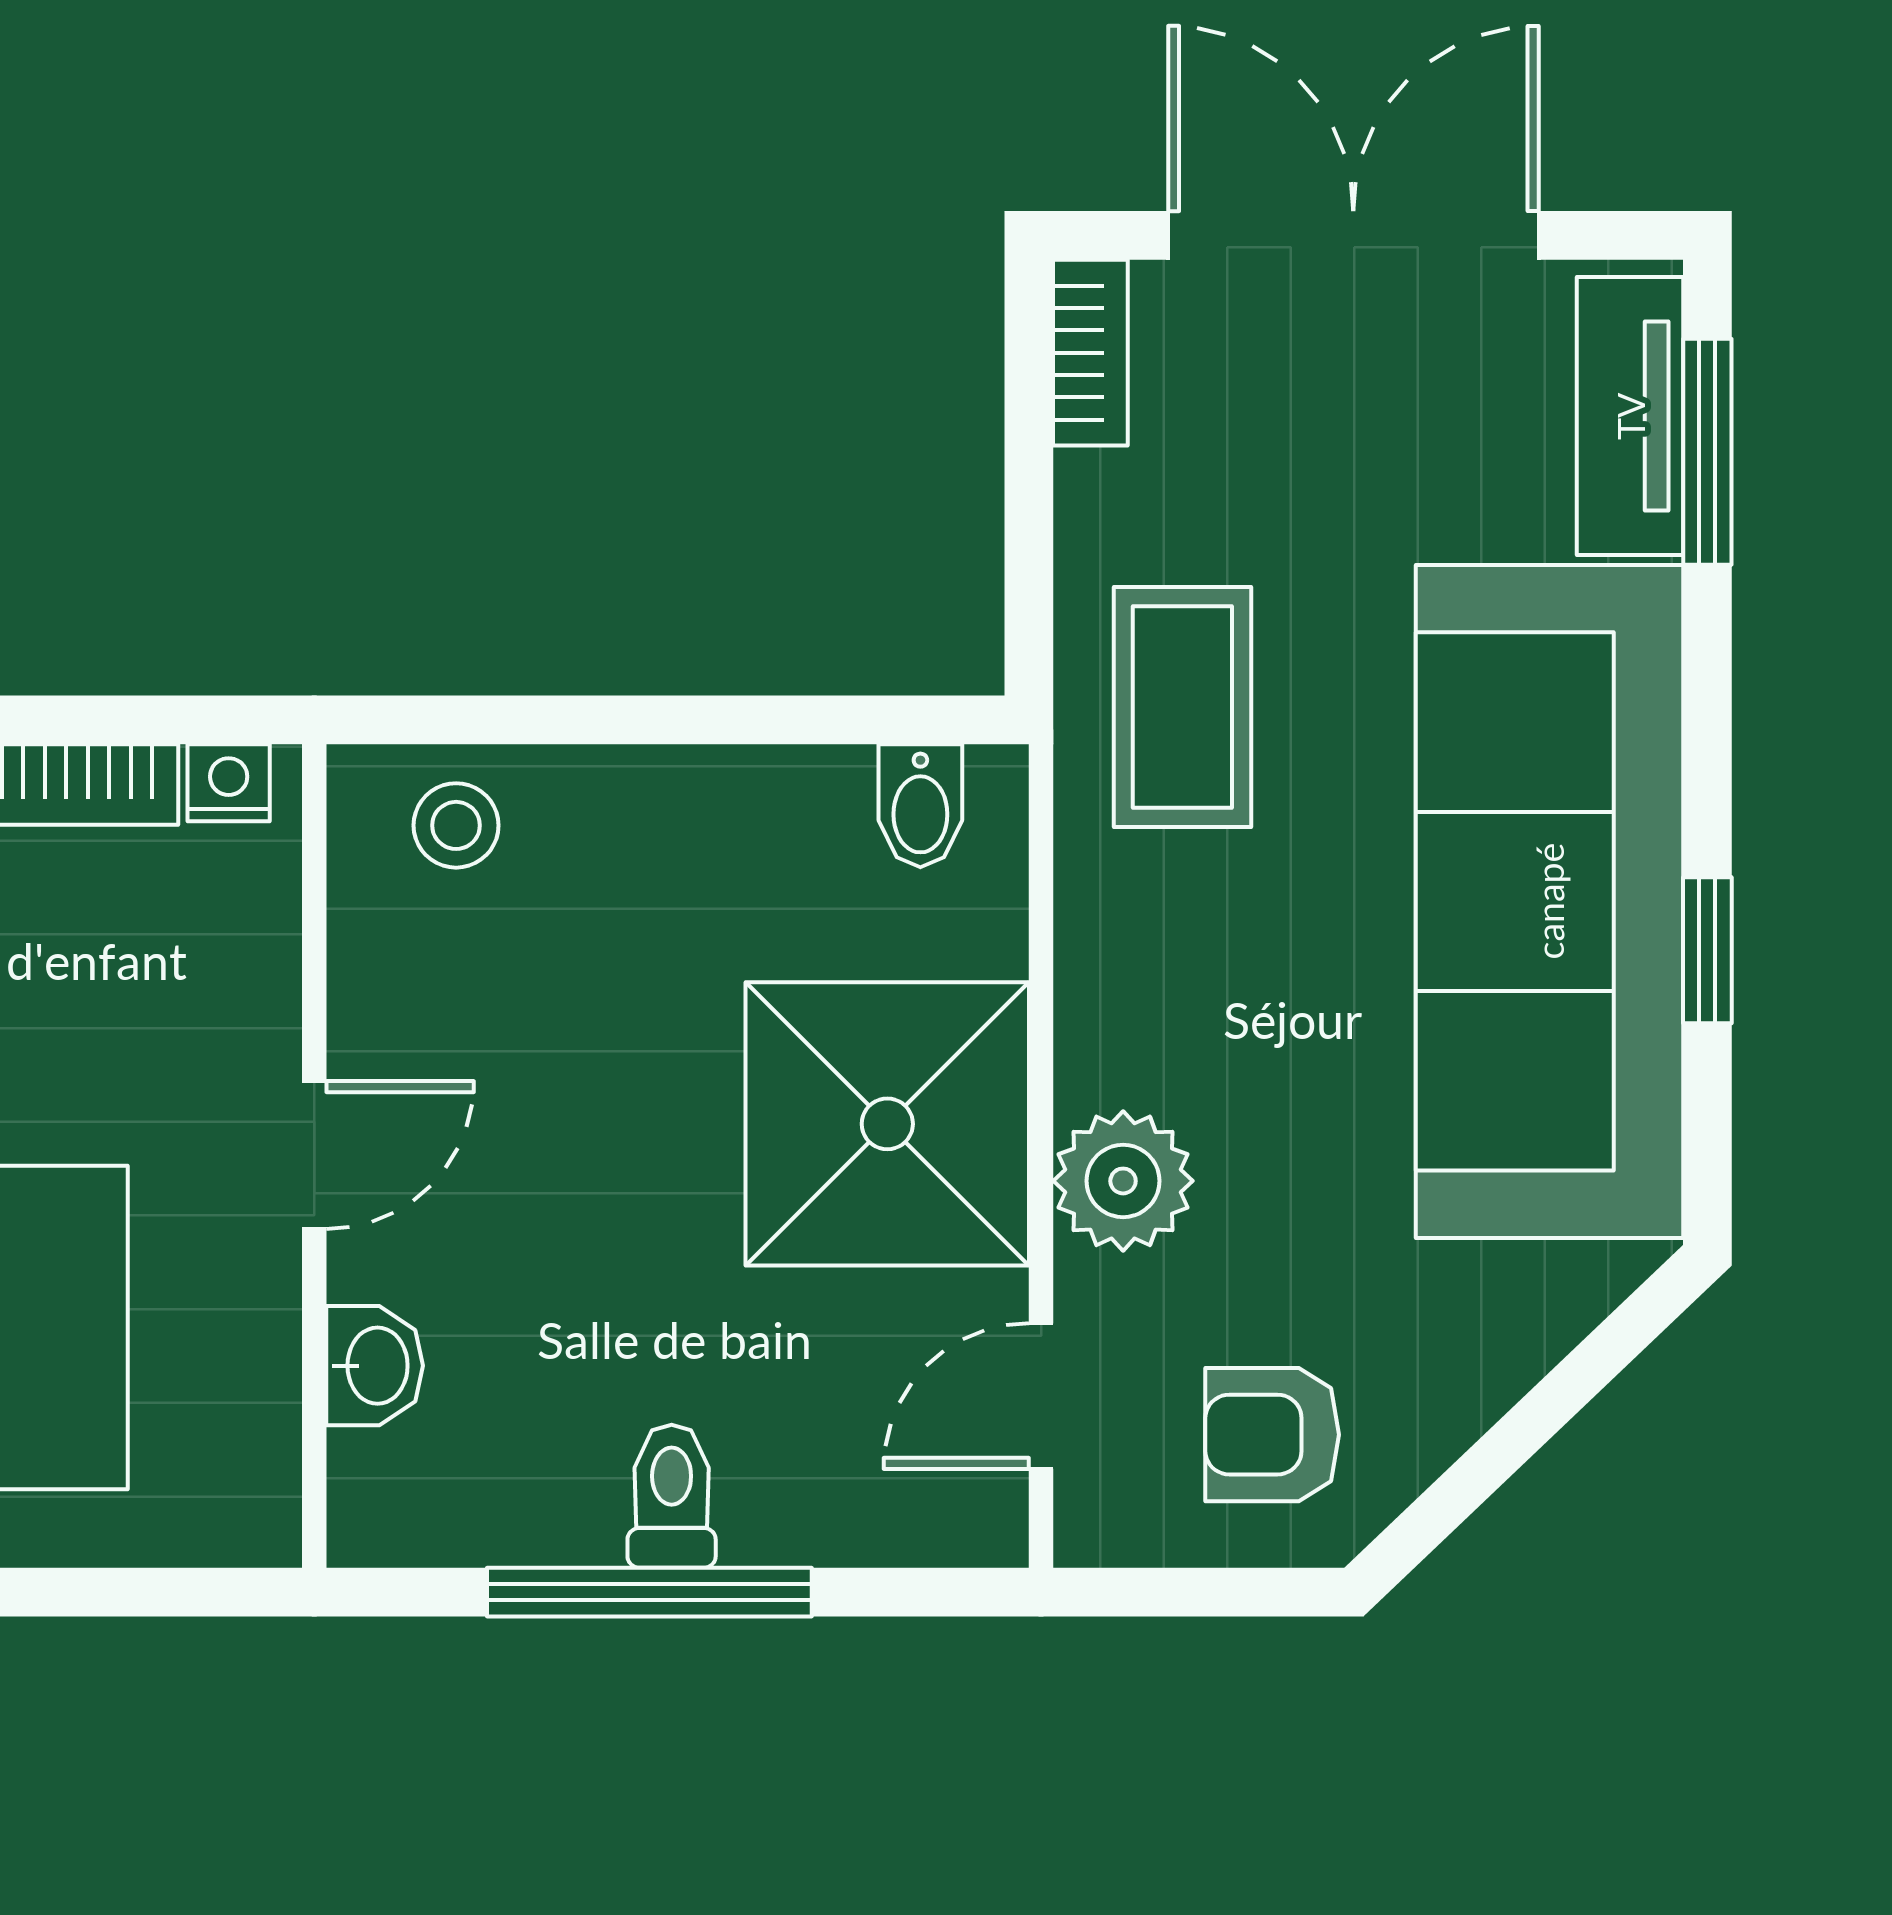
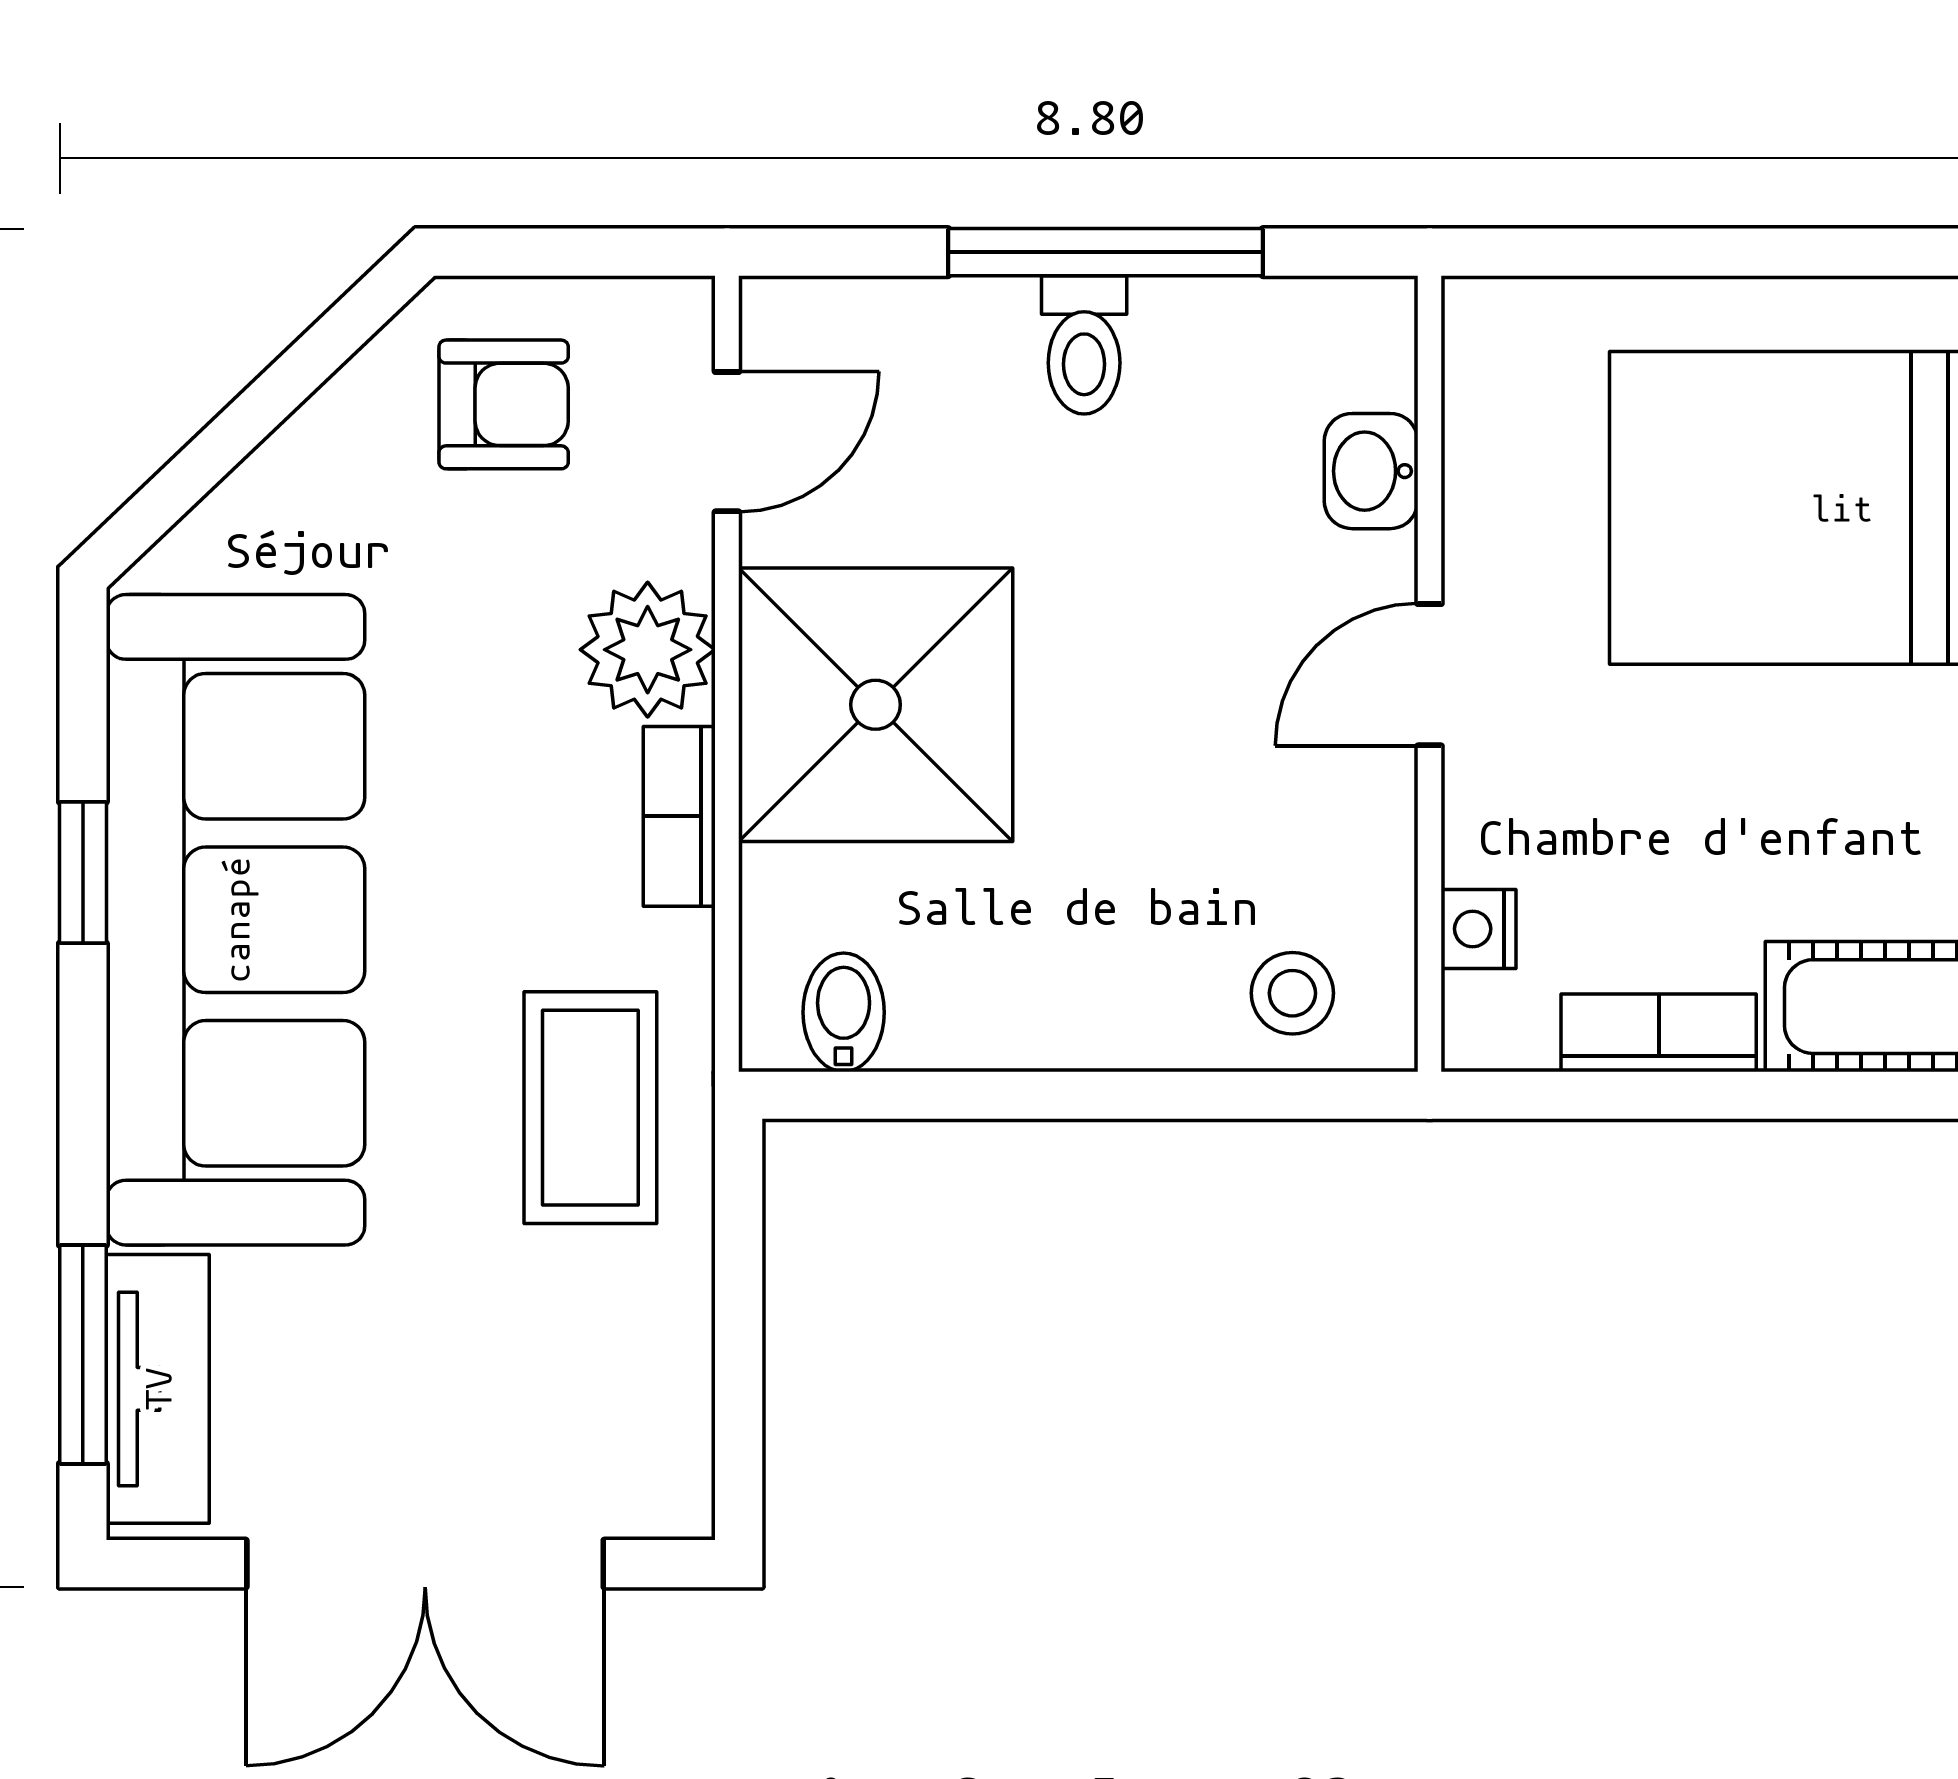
bookcase: (1090, 353) -> (679, 816), moved
nightstand: (229, 783) -> (1479, 929), moved, turned 90

